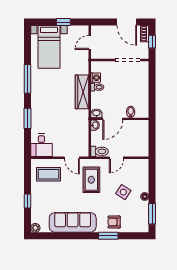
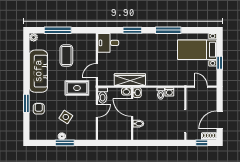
wardrobe: (82, 92) -> (130, 80), moved
door: (116, 158) -> (97, 111), swing flipped
coffee table: (48, 174) -> (66, 55), moved
window: (27, 201) -> (58, 30), width x2.17
window: (152, 214) -> (65, 143), moved

